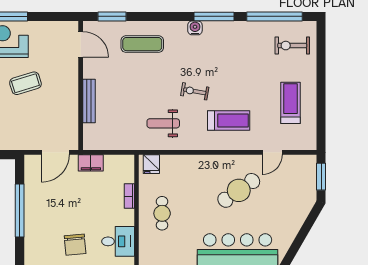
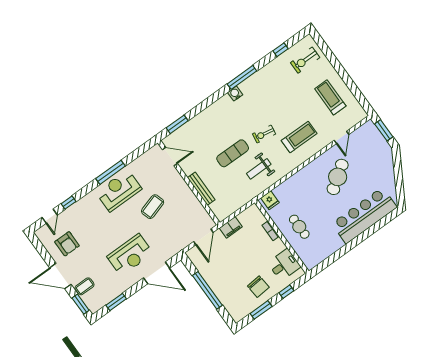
window: (274, 16) -> (280, 50), width x0.32
exercise mat: (142, 44) -> (233, 153), moved

